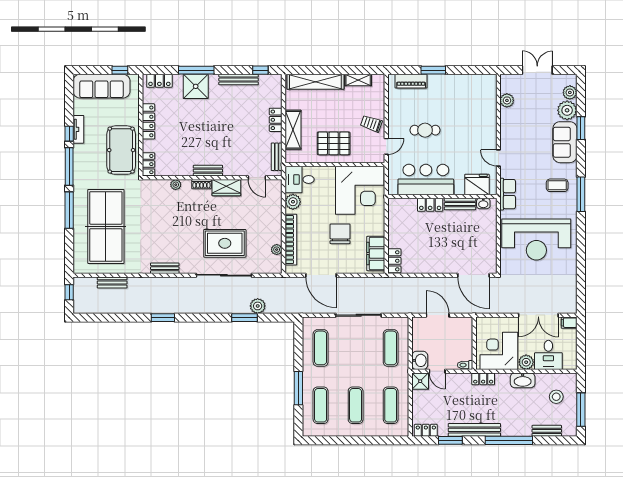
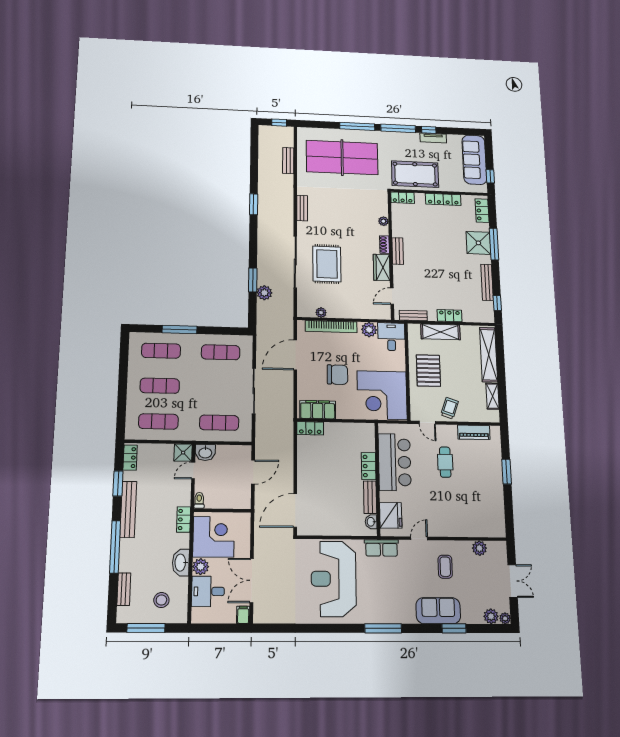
piano: (411, 81) -> (474, 432), moved, turned -90
plant: (567, 110) -> (505, 618), moved, width x0.53, depth x0.53
coffee table: (557, 185) -> (445, 567), moved

